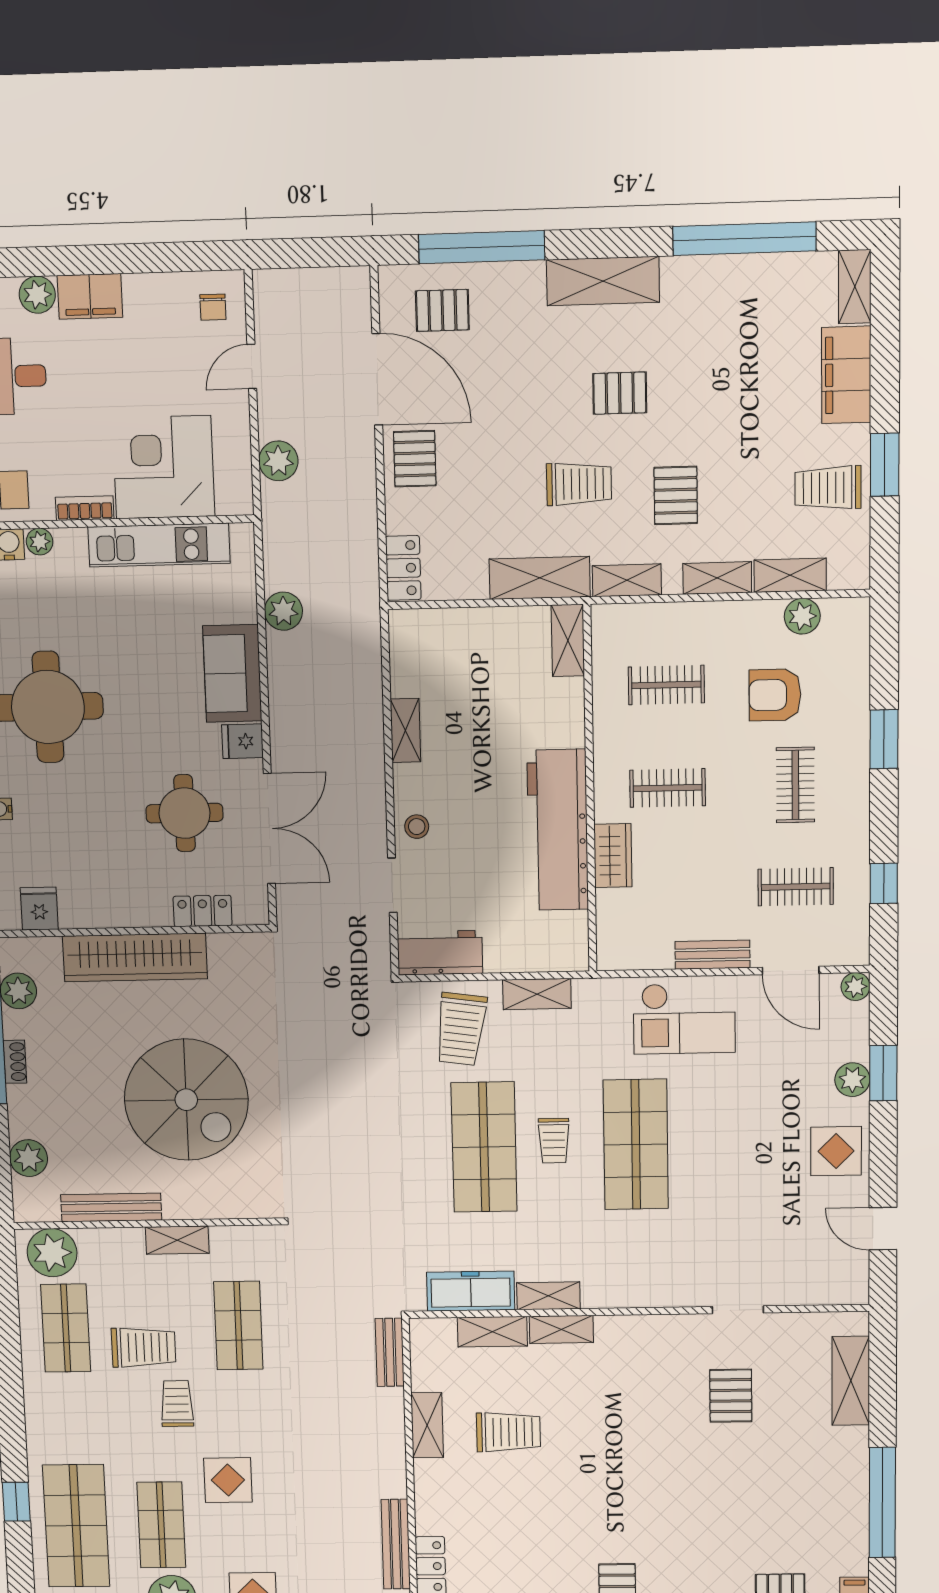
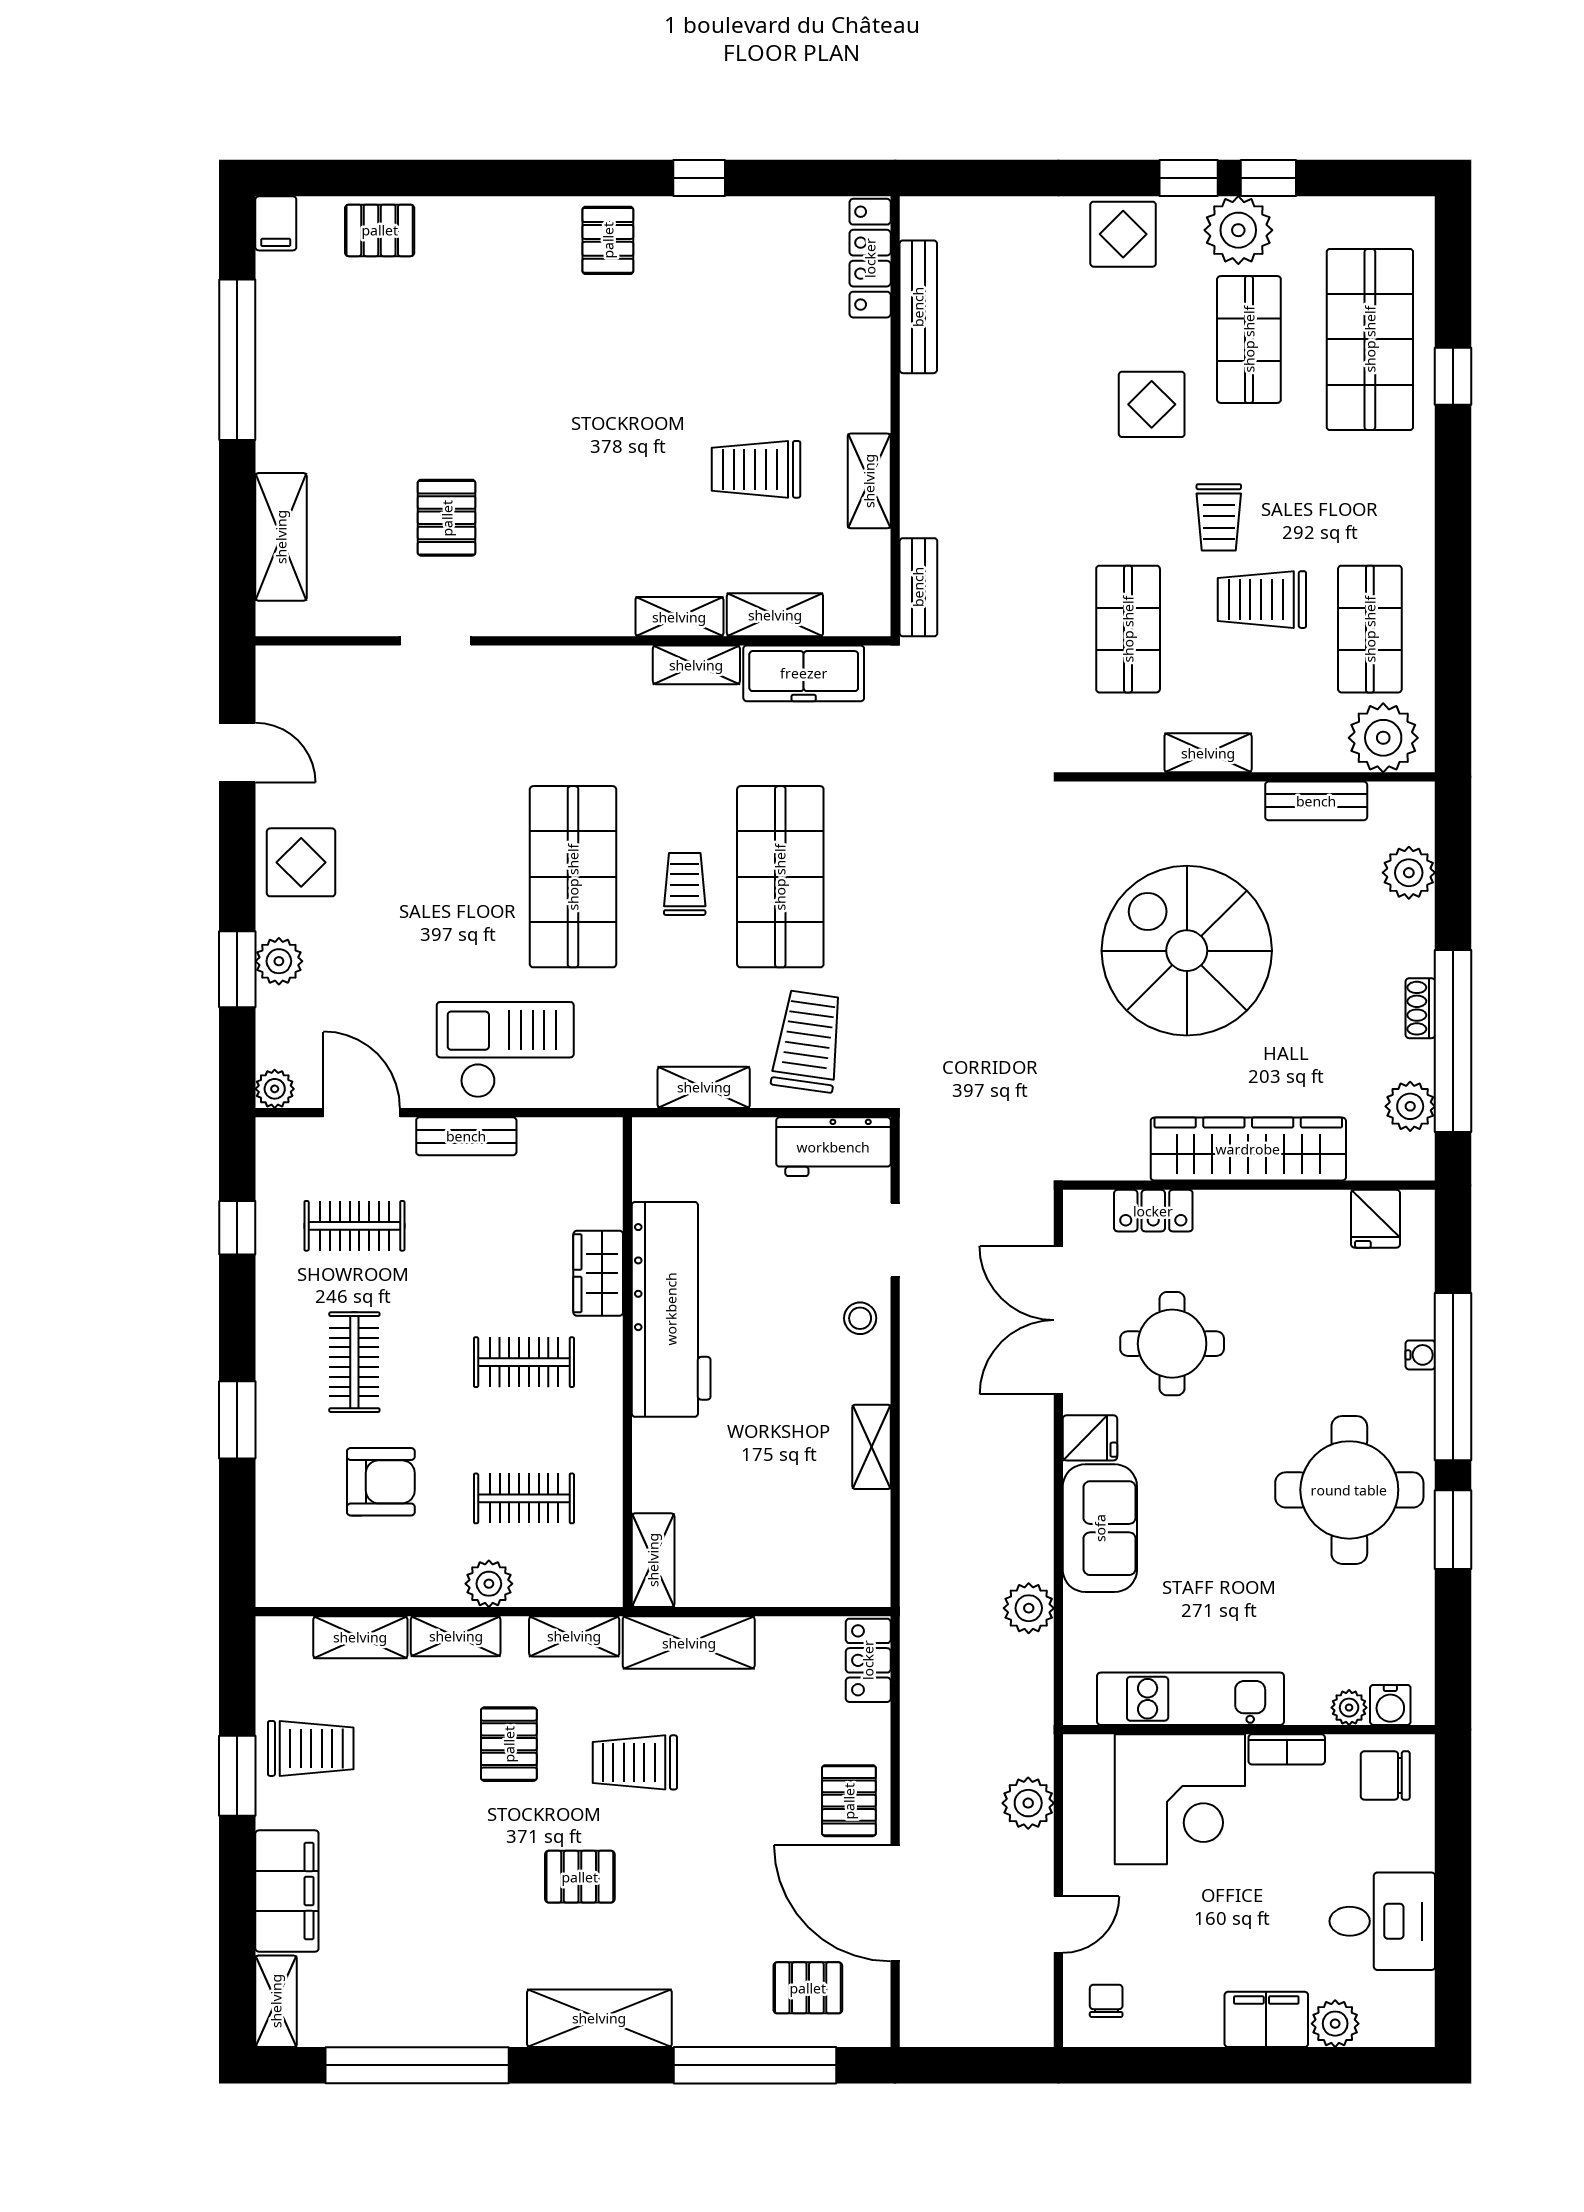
plant: (802, 616) -> (489, 1584), moved
bench: (111, 1207) -> (1316, 801), width x0.73

